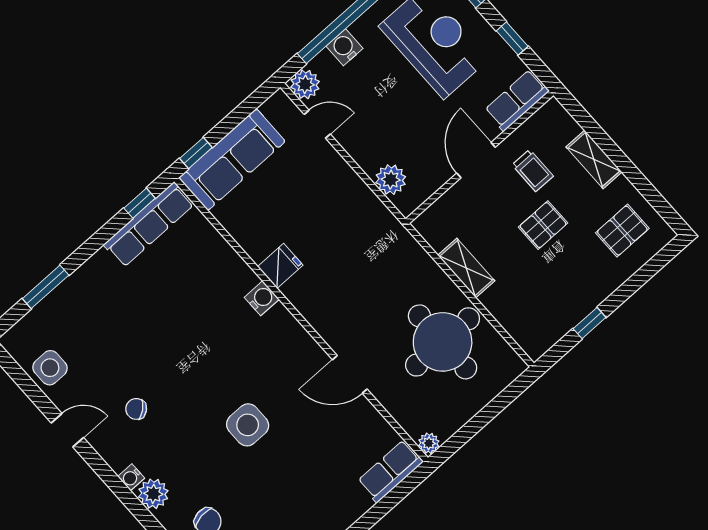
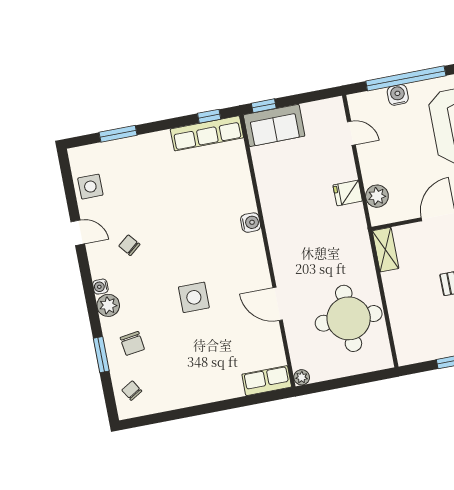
plant: (305, 84) -> (359, 104), removed
sofa: (232, 160) -> (274, 125), width x0.73
fridge: (280, 266) -> (348, 193), moved, turned 180
shelving: (466, 268) -> (386, 250), moved

